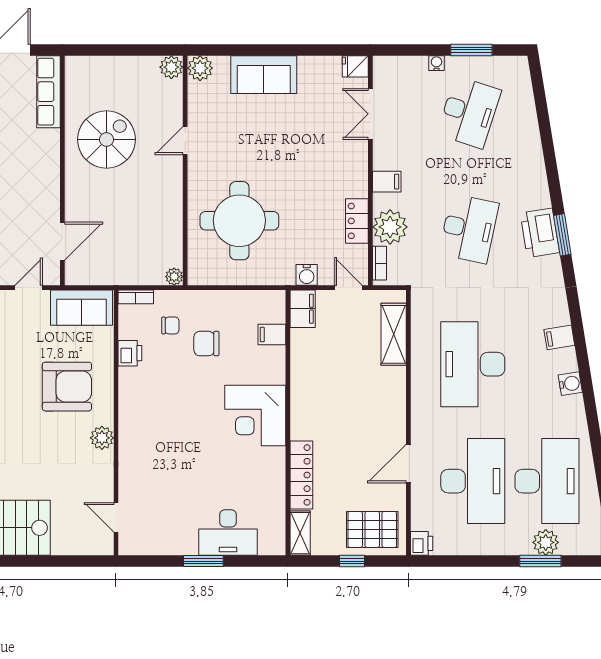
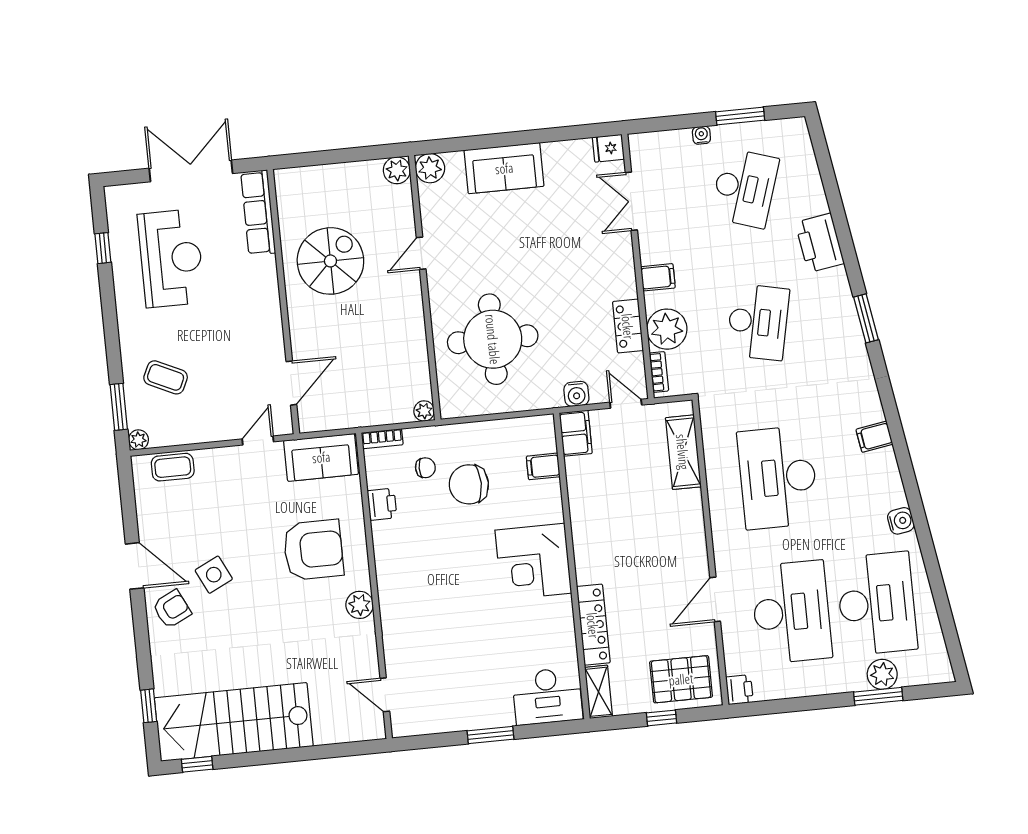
printer: (540, 233) -> (820, 243), moved
chair: (206, 344) -> (469, 484), width x1.37, depth x1.37
water cooler: (570, 384) -> (901, 521), moved
desk: (228, 533) -> (547, 696), moved

